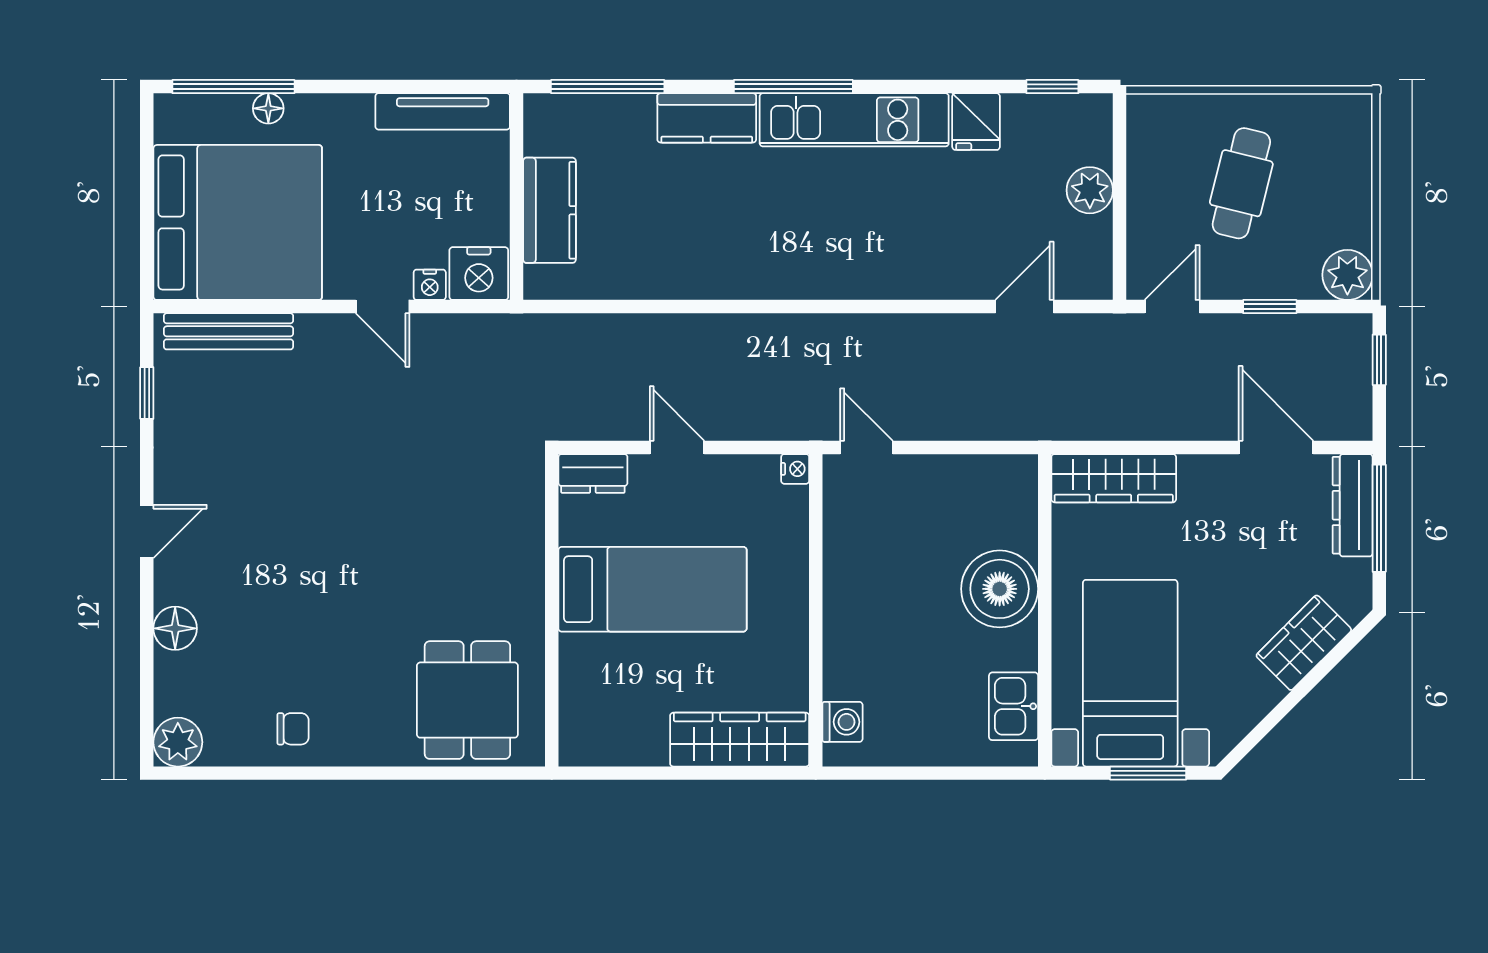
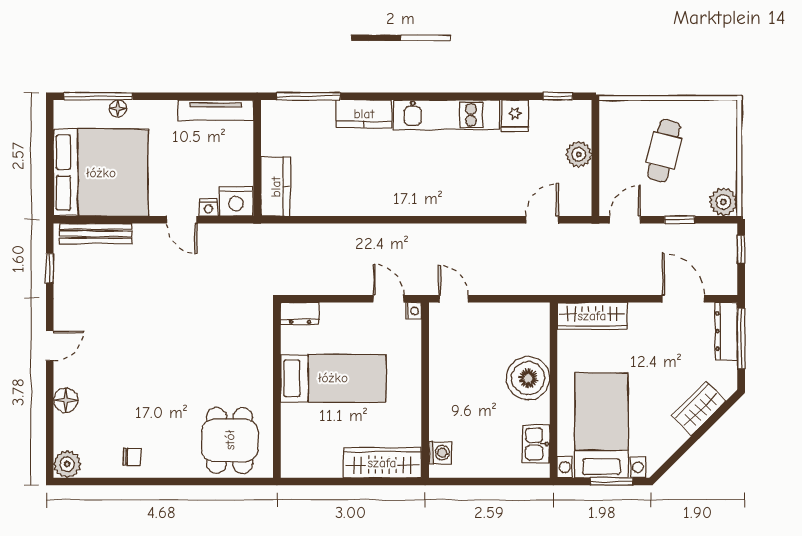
window: (793, 87) -> (412, 96), removed
kitchen counter: (549, 210) -> (276, 187), moved
door: (677, 447) -> (388, 299), moved

